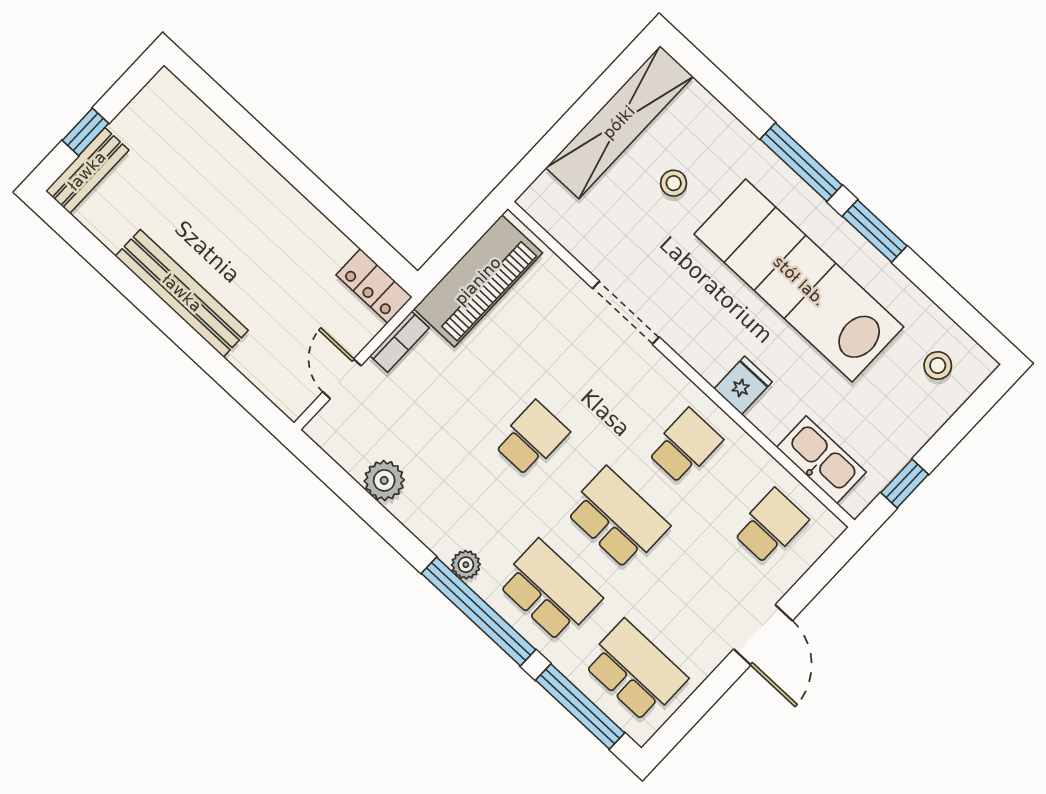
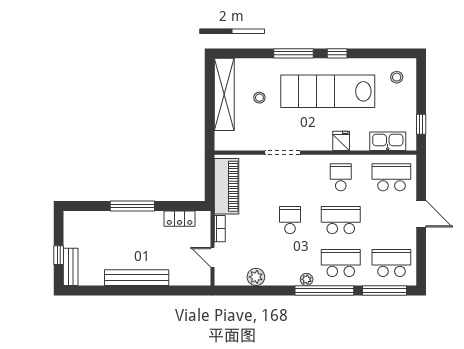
window: (288, 165) -> (132, 206), added
window: (875, 231) -> (337, 53), width x0.67
locker: (374, 286) -> (180, 219), moved
school desk: (771, 526) -> (391, 177), width x1.85

